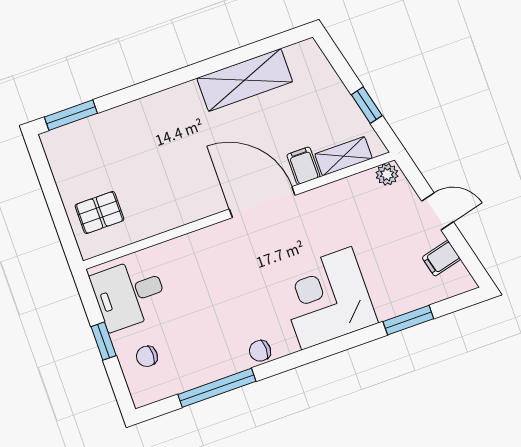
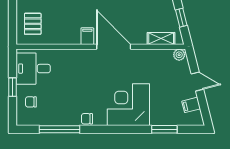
filing cabinet: (303, 166) -> (87, 36), moved
pallet: (99, 213) -> (33, 24), turned 90

